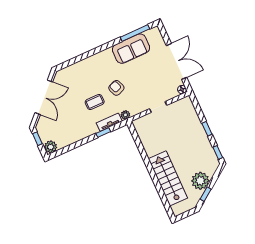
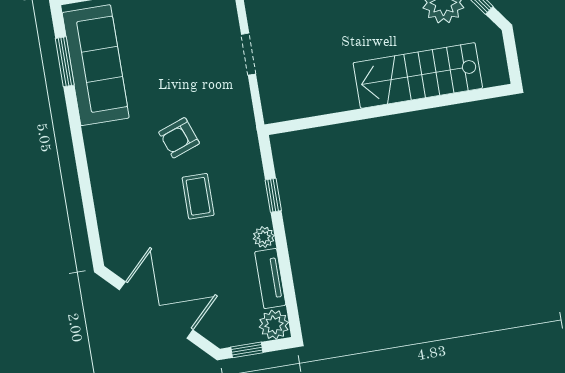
window: (135, 33) -> (65, 62), width x0.69
sofa: (131, 49) -> (96, 65), width x1.36
plant: (125, 115) -> (264, 237), moved
tv unit: (109, 122) -> (270, 278), moved

